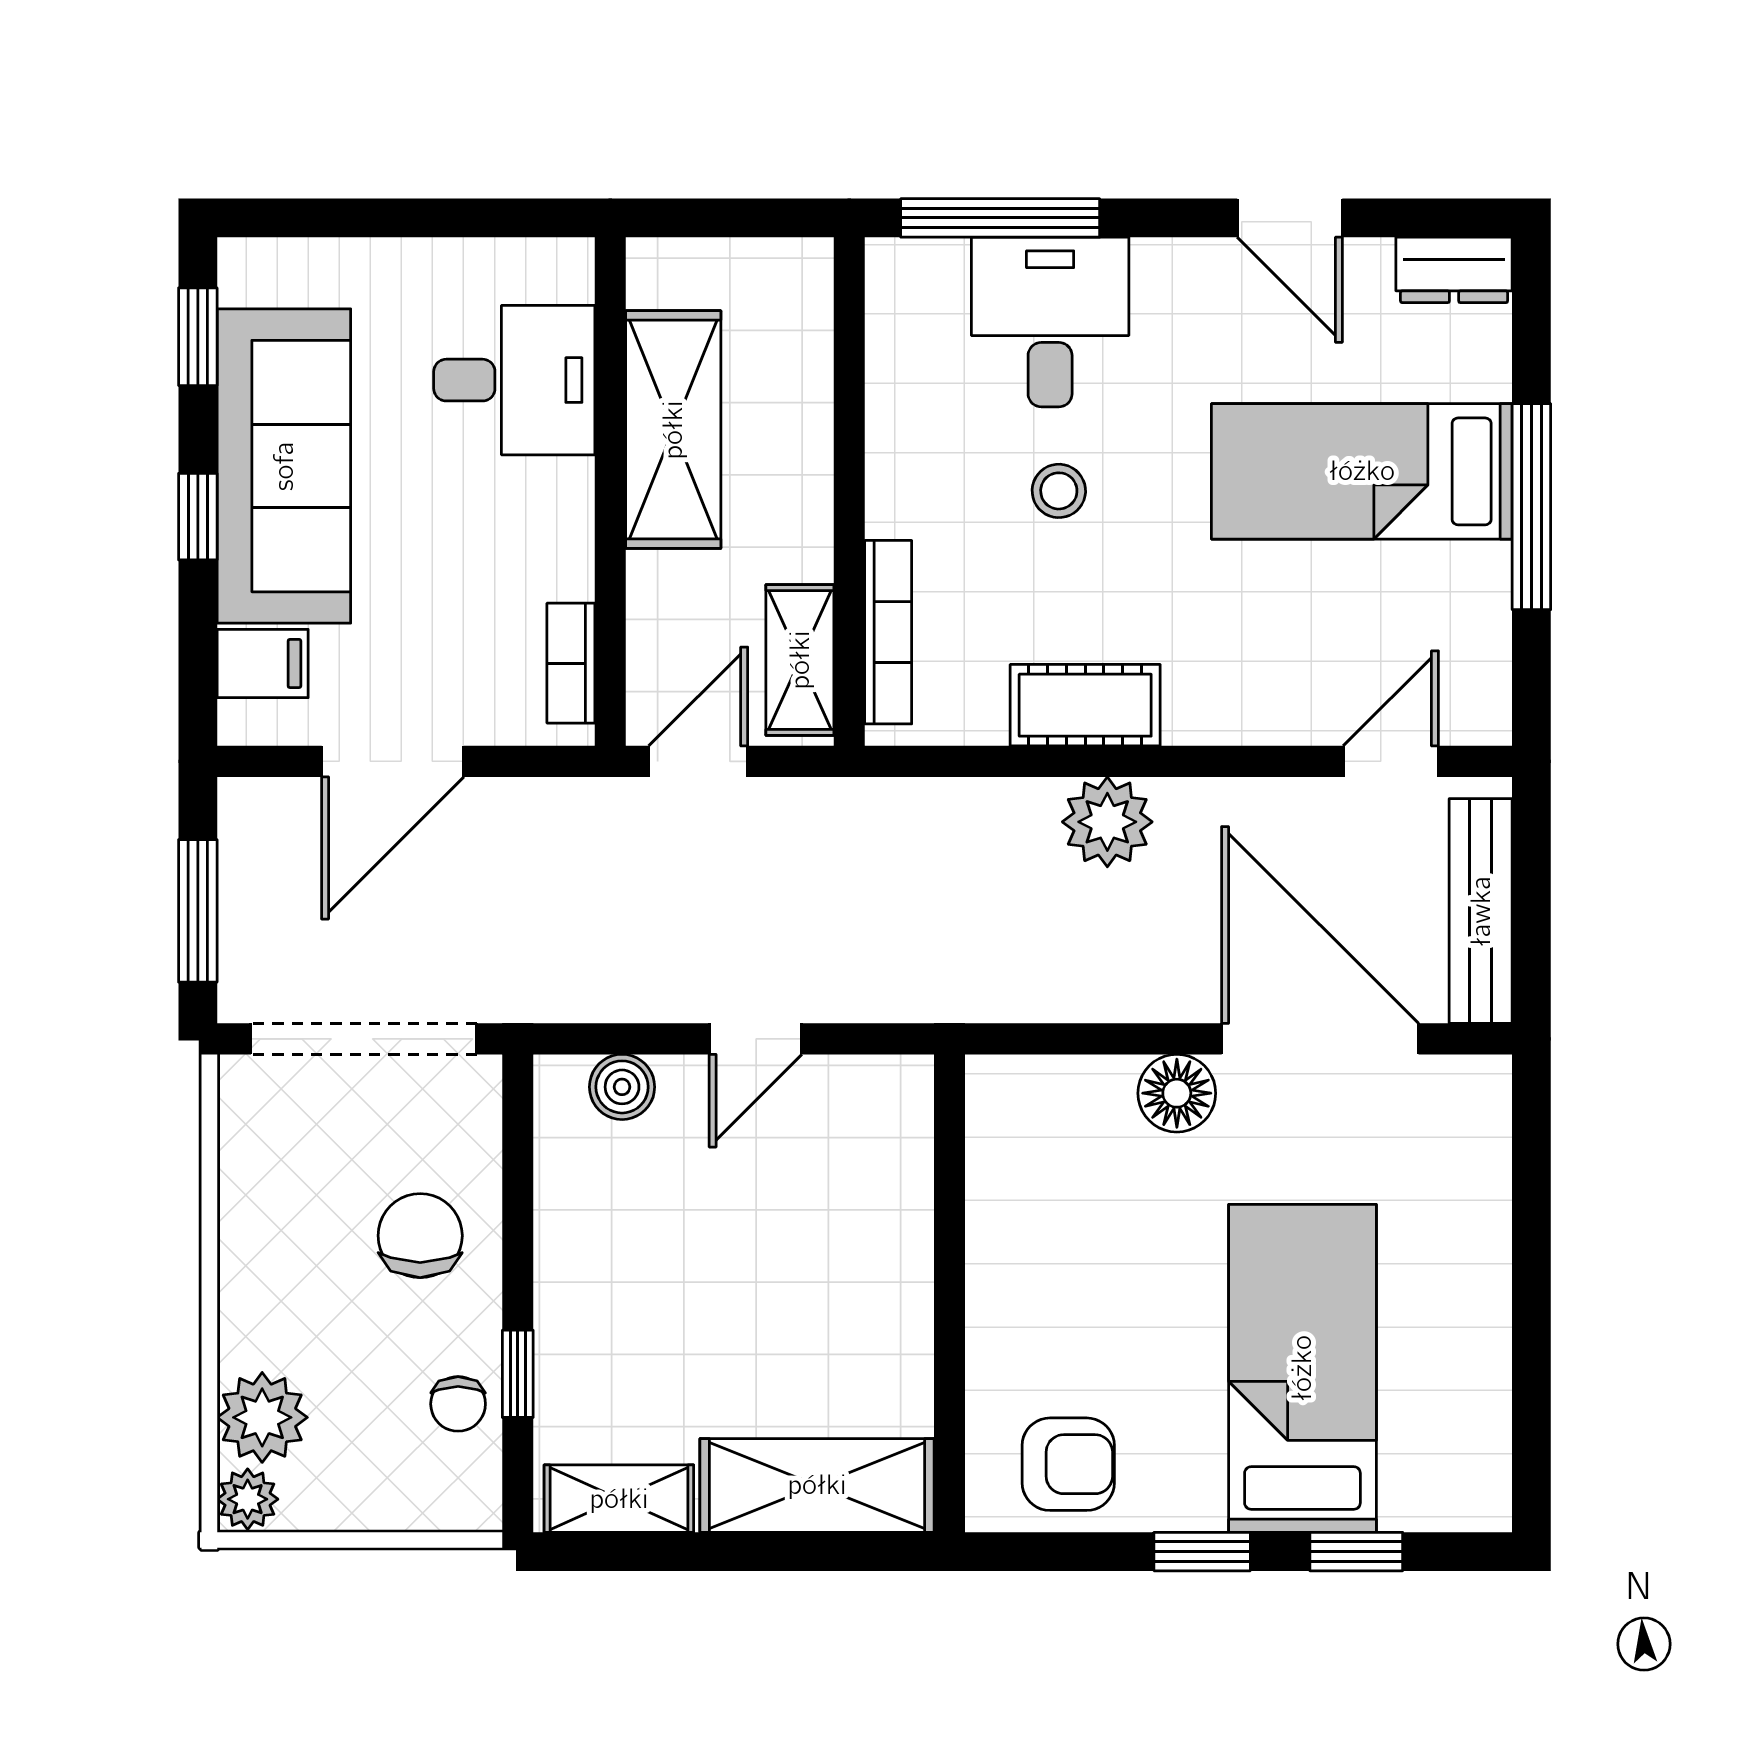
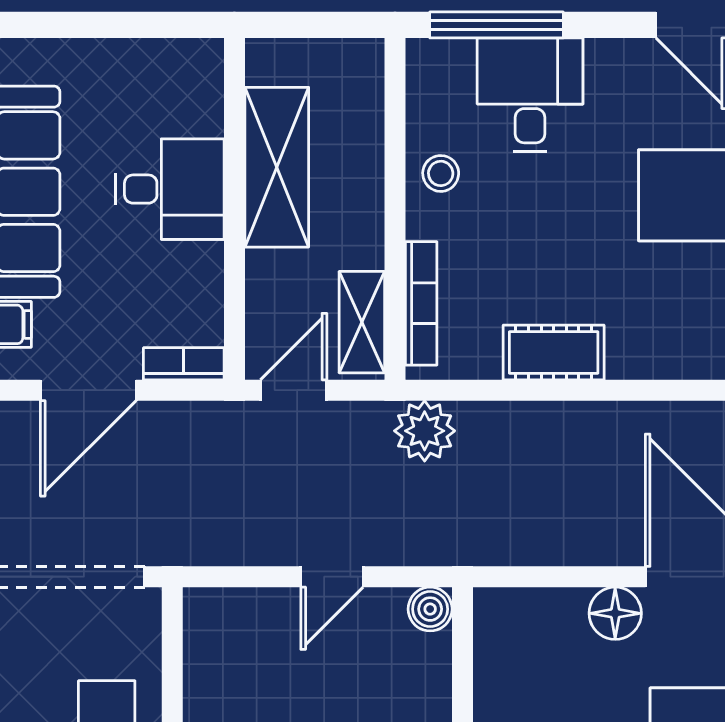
desk: (514, 380) -> (170, 189), moved
stool: (1059, 491) -> (441, 173), moved
bookcase: (571, 663) -> (184, 364), moved, turned 90
plant: (1107, 822) -> (425, 431), moved
boiler: (622, 1087) -> (430, 609), moved

